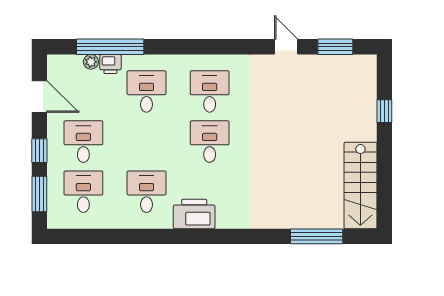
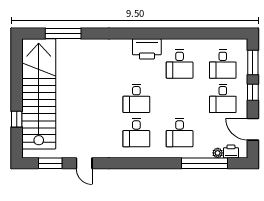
printer: (110, 64) -> (231, 151), moved
stairs: (360, 185) -> (39, 94), width x1.86, depth x1.51

